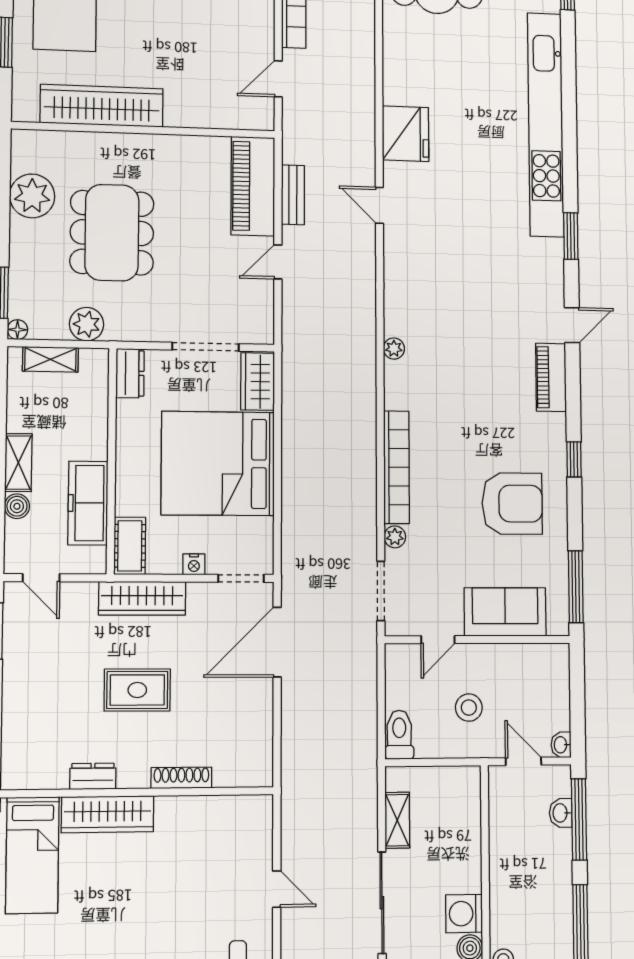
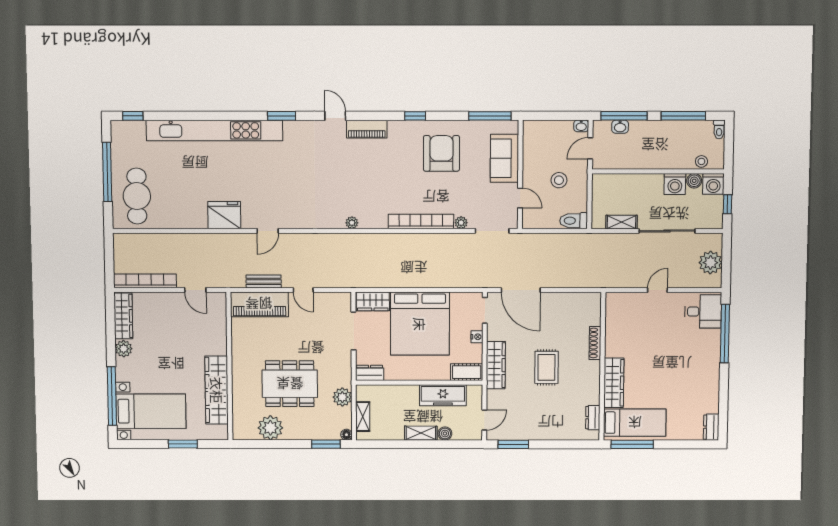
dresser: (93, 776) -> (593, 418), moved

